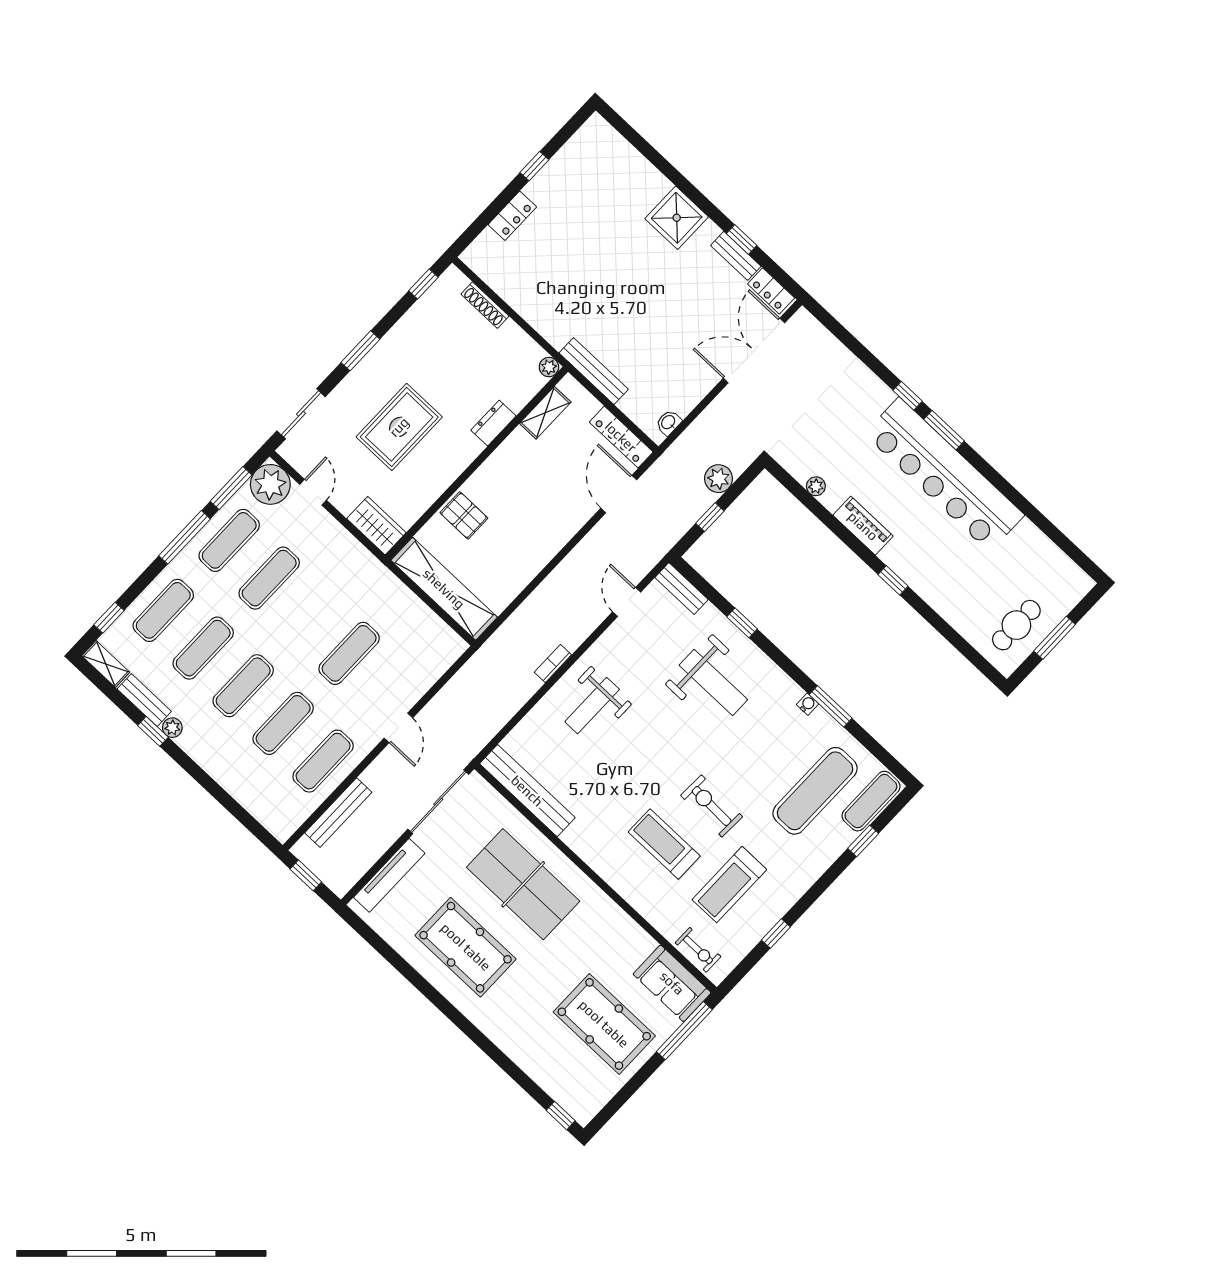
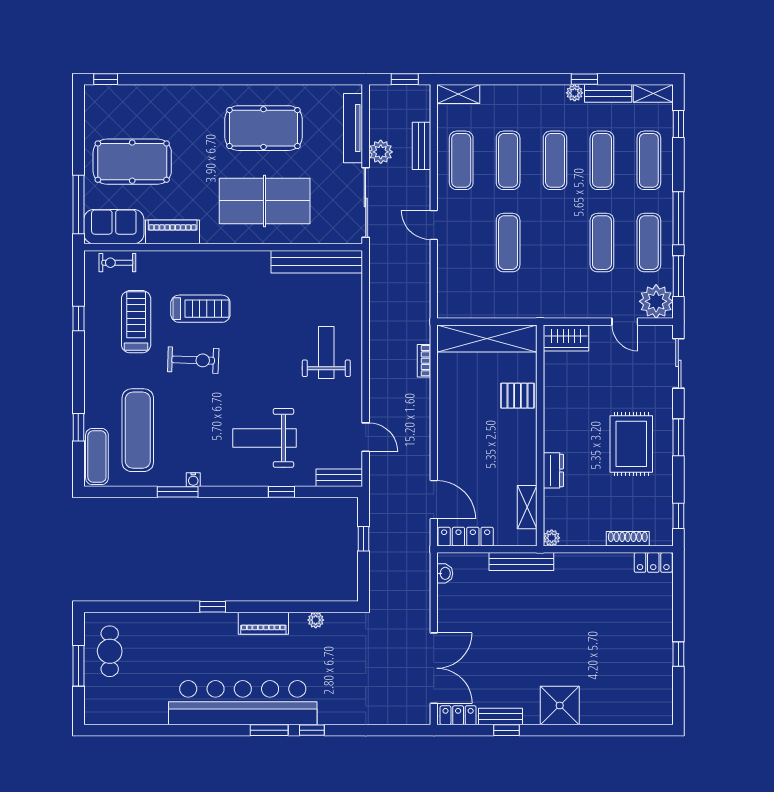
locker: (512, 216) -> (653, 562), moved, turned -90
rug: (399, 427) -> (631, 444), moved
plant: (719, 479) -> (381, 152), moved
bookcase: (553, 663) -> (424, 361), moved, turned 180
bench: (338, 813) -> (421, 146), width x0.73
shelving: (272, 820) -> (458, 94), added
piano: (626, 932) -> (173, 232), added

